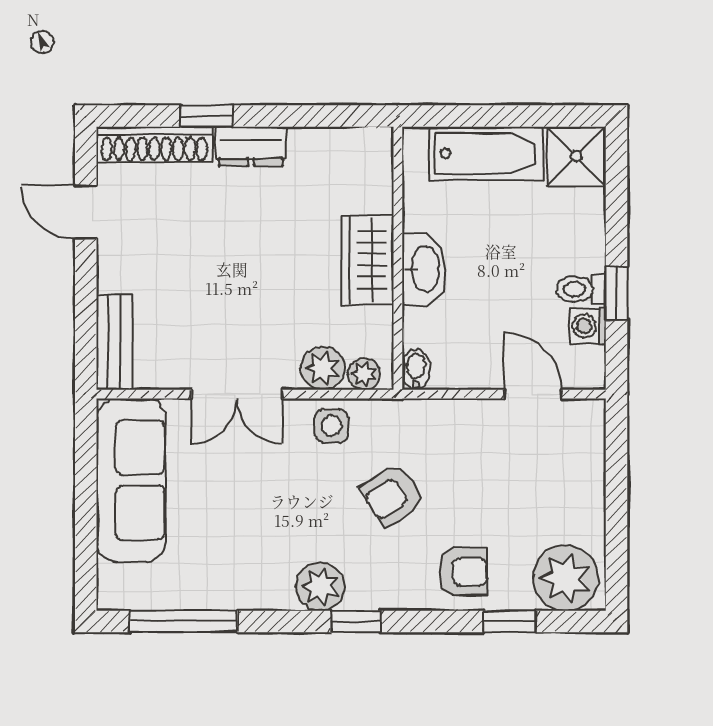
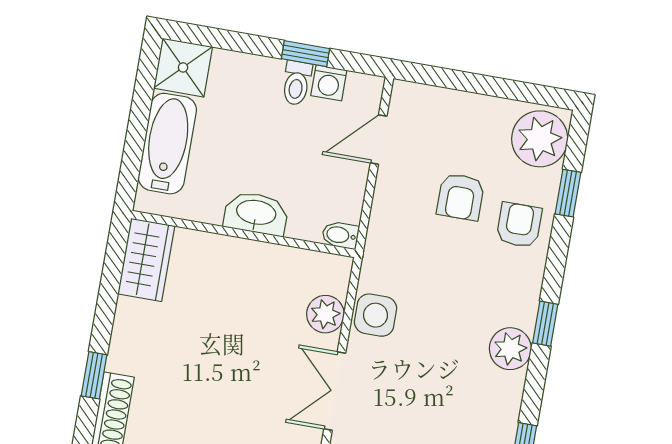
dresser: (251, 146) -> (126, 342), removed
wardrobe: (368, 260) -> (146, 260), moved, turned -90
plant: (364, 374) -> (336, 280), removed
double door: (237, 394) -> (335, 391), swing flipped
side table: (332, 426) -> (375, 315), width x1.37, depth x1.37
armchair: (392, 495) -> (461, 197), moved, turned 33

